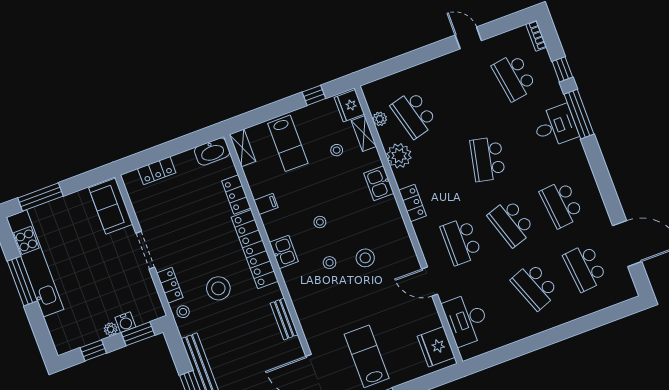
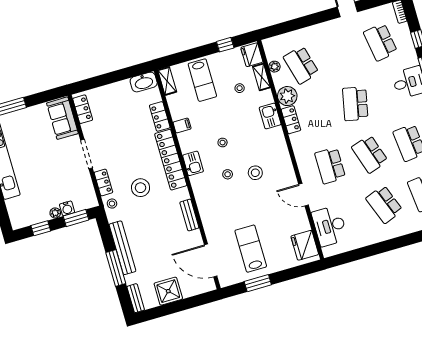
locker: (157, 171) -> (83, 109), moved, turned -90
locker: (412, 203) -> (291, 120), moved

